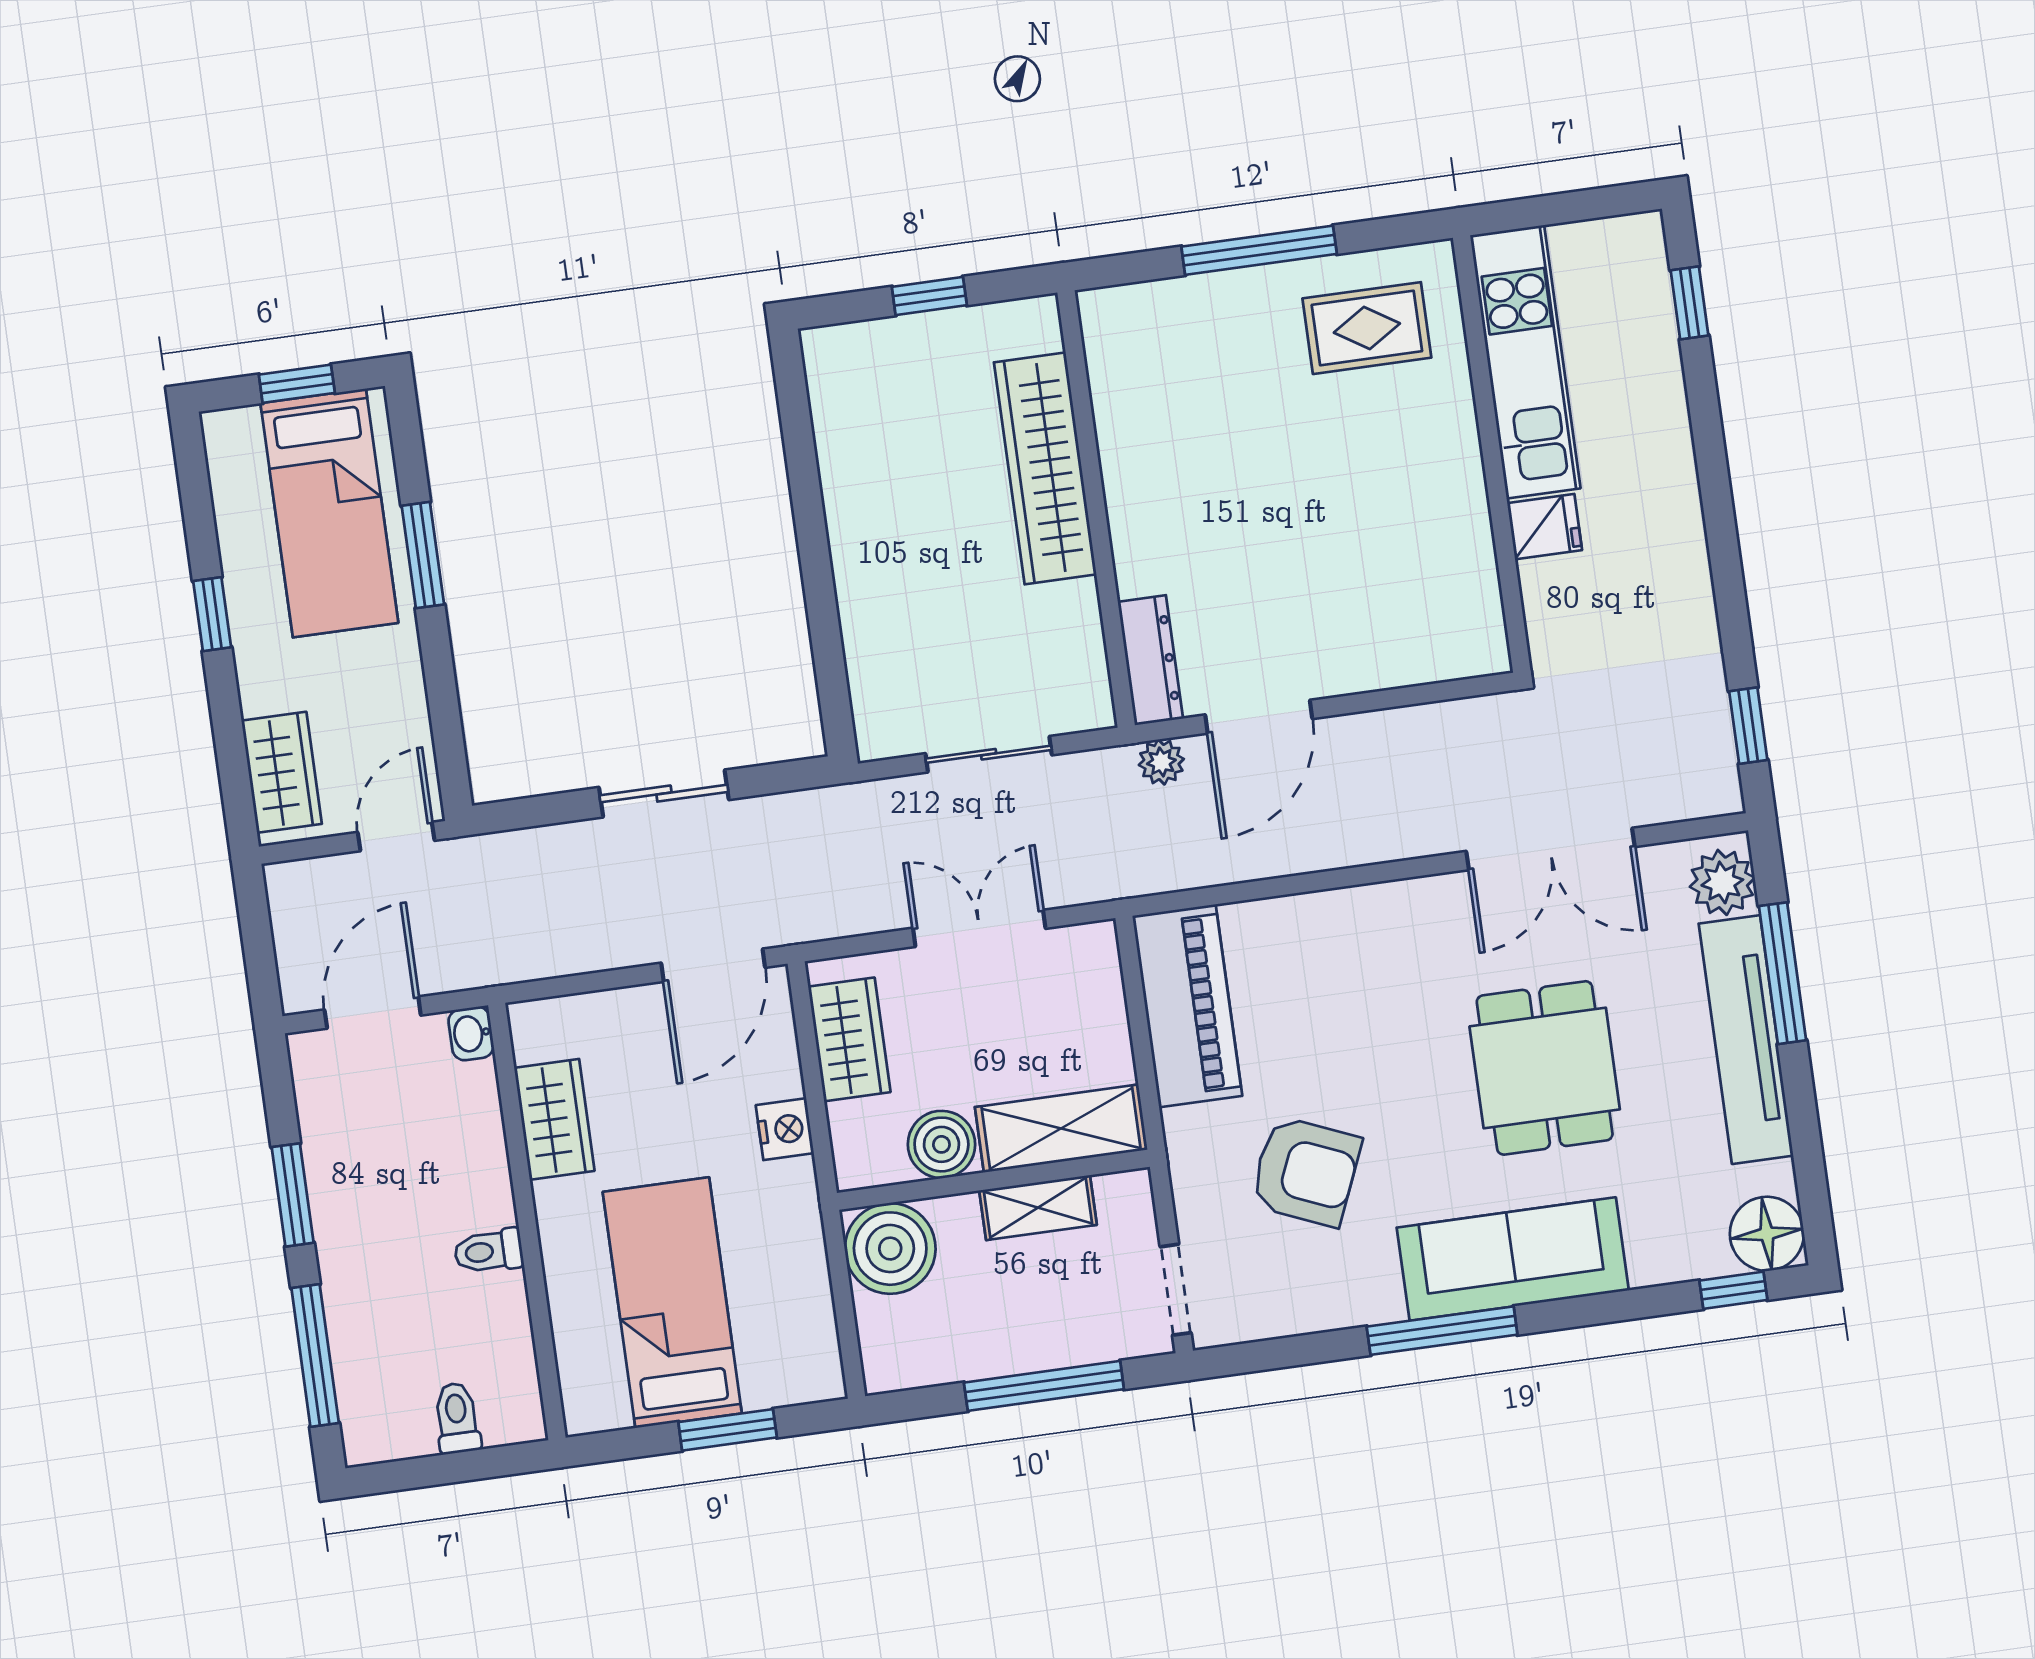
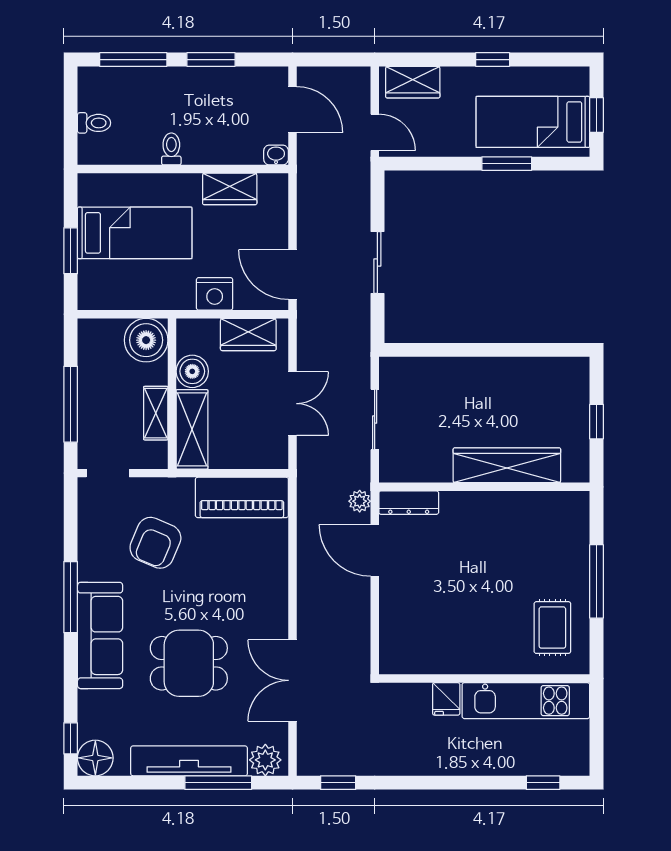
nightstand: (785, 1129) -> (215, 294), width x1.36, depth x1.33

